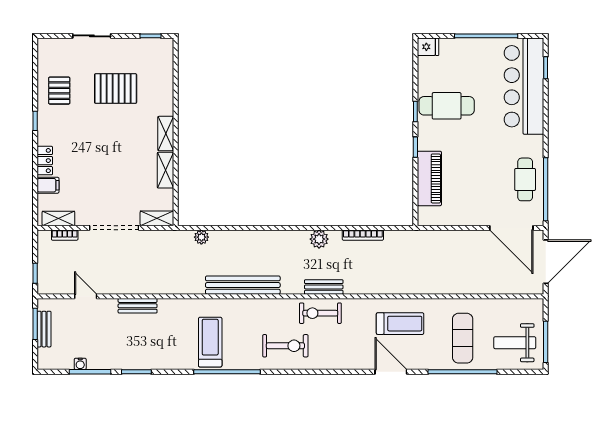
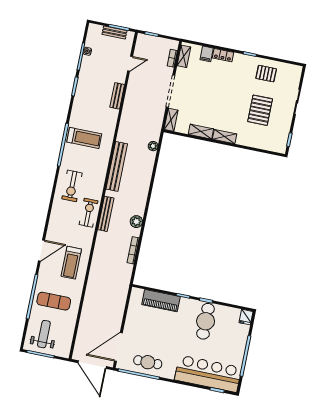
bench: (324, 287) -> (106, 214), width x1.36

